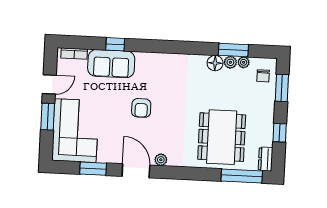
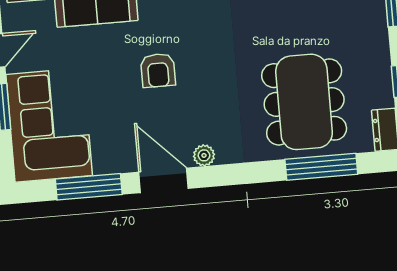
window: (93, 169) -> (89, 187), width x1.44
window: (242, 176) -> (321, 167), moved

